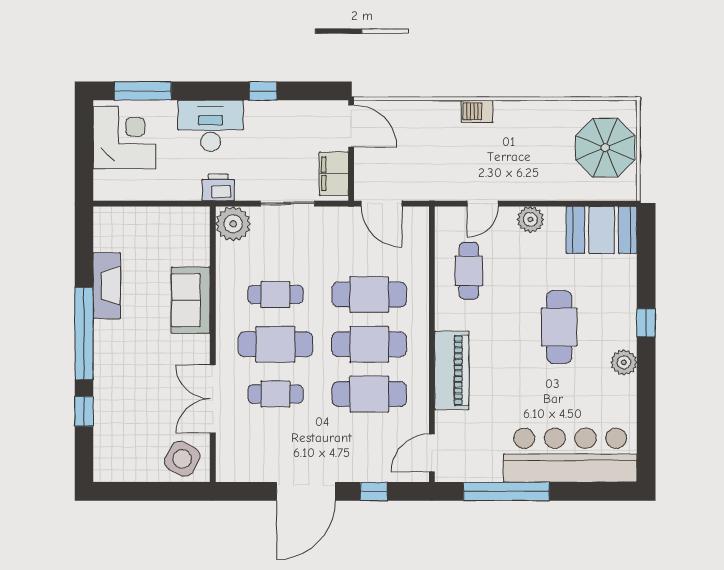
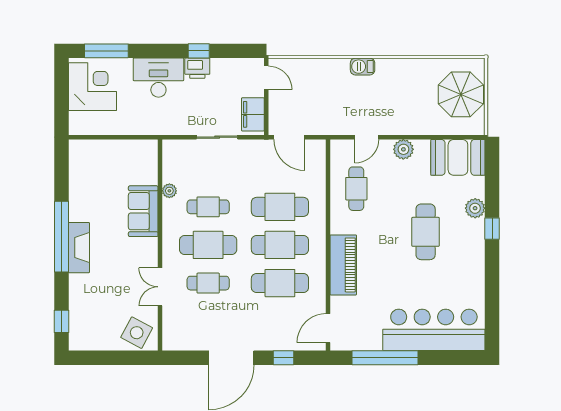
door: (351, 126) -> (266, 78), width x0.73
printer: (218, 187) -> (197, 68), moved, turned 180
plant: (233, 224) -> (169, 191), moved, width x0.53, depth x0.53
fireplace: (107, 286) -> (79, 248), moved
plant: (624, 362) -> (475, 208), moved
double door: (213, 399) -> (160, 287), width x0.73
window: (84, 411) -> (61, 321), moved

